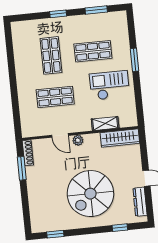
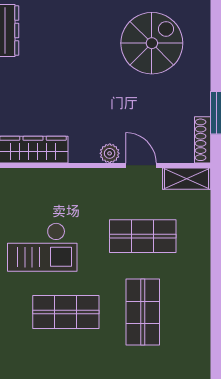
shelving: (105, 124) -> (187, 179), moved
spiral stairs: (90, 194) -> (152, 43), moved, width x0.73, depth x0.73

